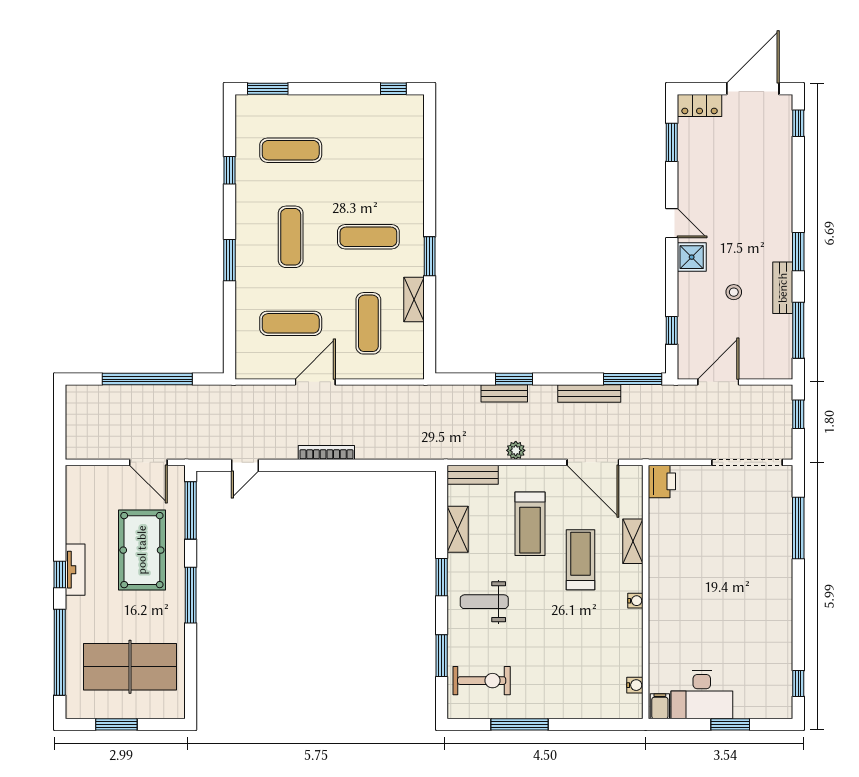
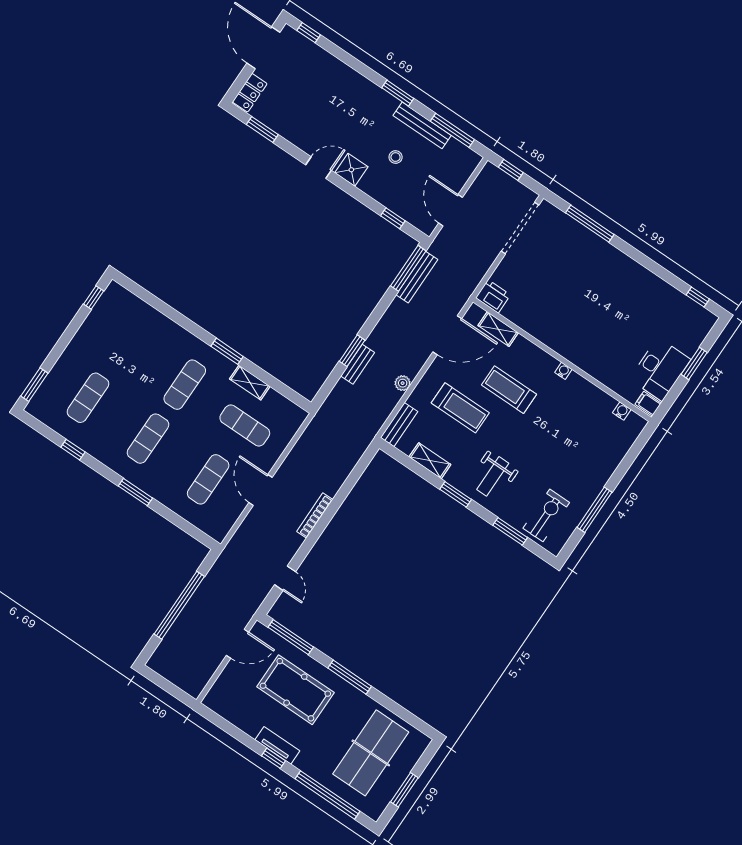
exercise mat: (291, 237) -> (148, 439), turned 90
bench: (783, 288) -> (422, 125), width x1.36
bench: (589, 393) -> (417, 277), moved
shelving: (633, 541) -> (498, 329), moved

